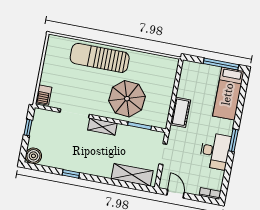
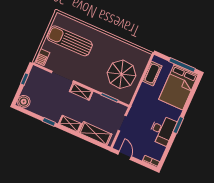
sun lounger: (100, 58) -> (70, 41), moved
bed: (228, 94) -> (179, 87), width x1.50
parasol: (127, 99) -> (122, 74), moved
cot: (180, 112) -> (152, 73), moved
shelving: (98, 170) -> (70, 124), added

